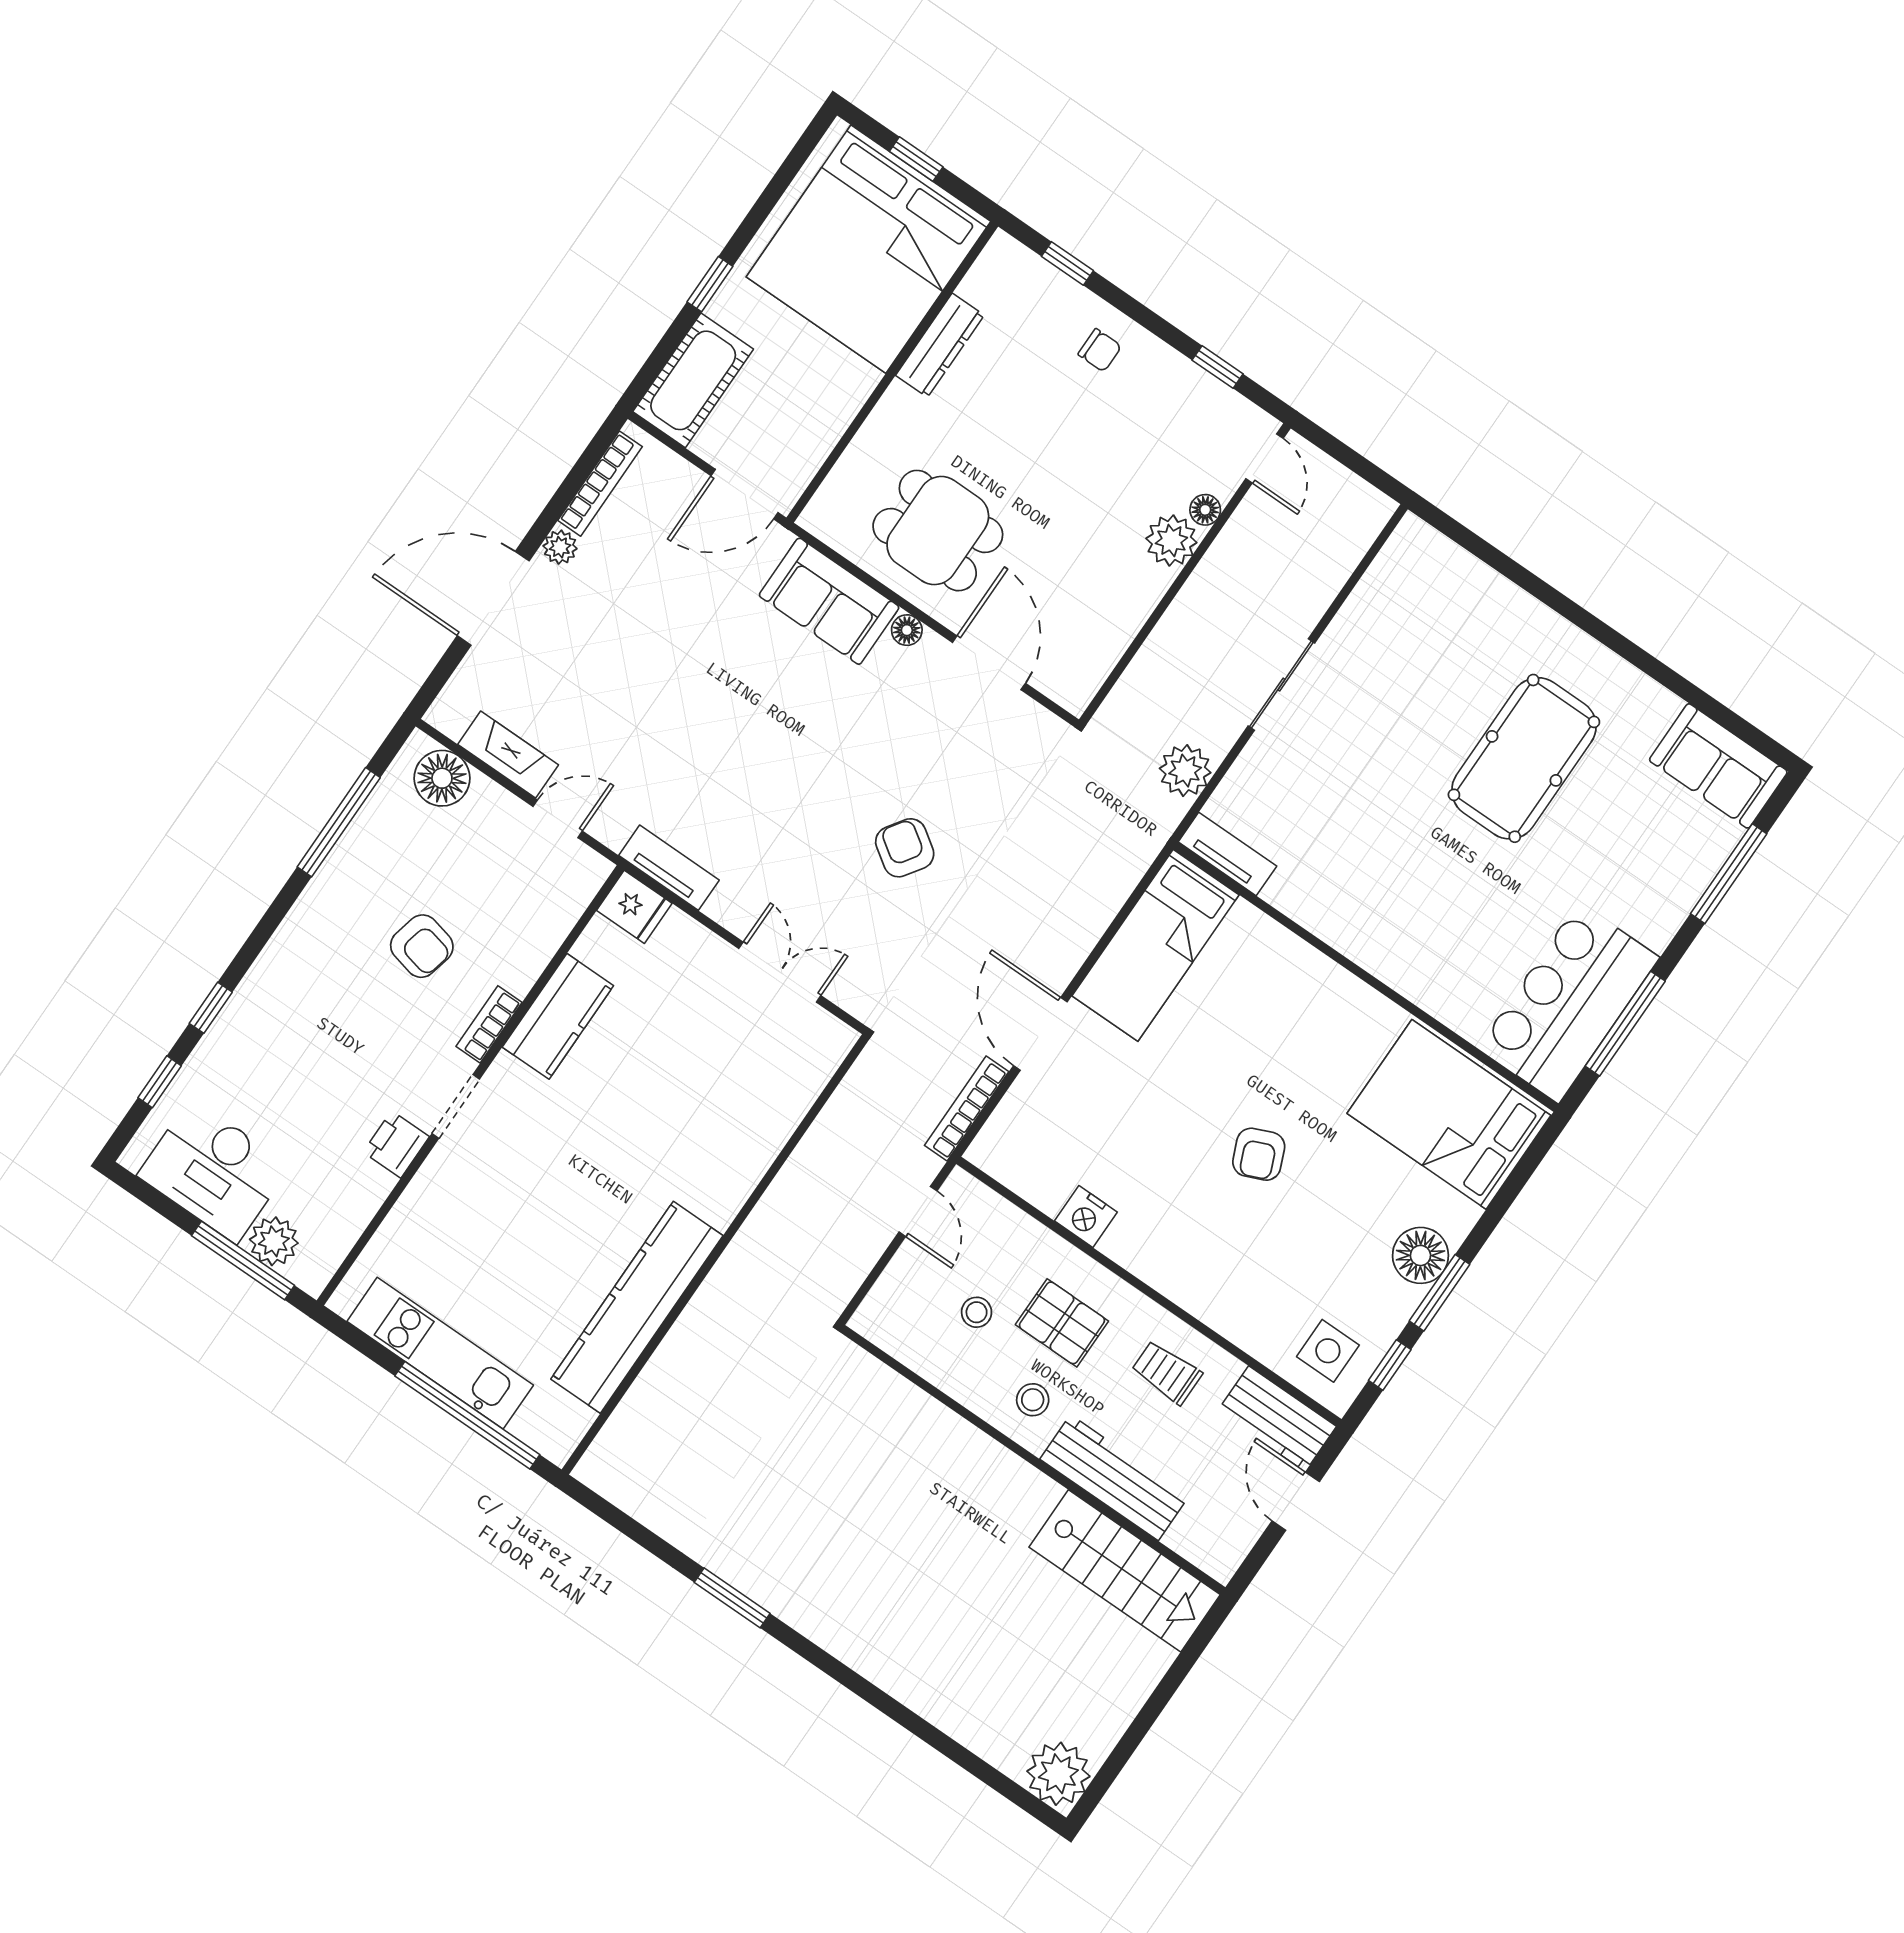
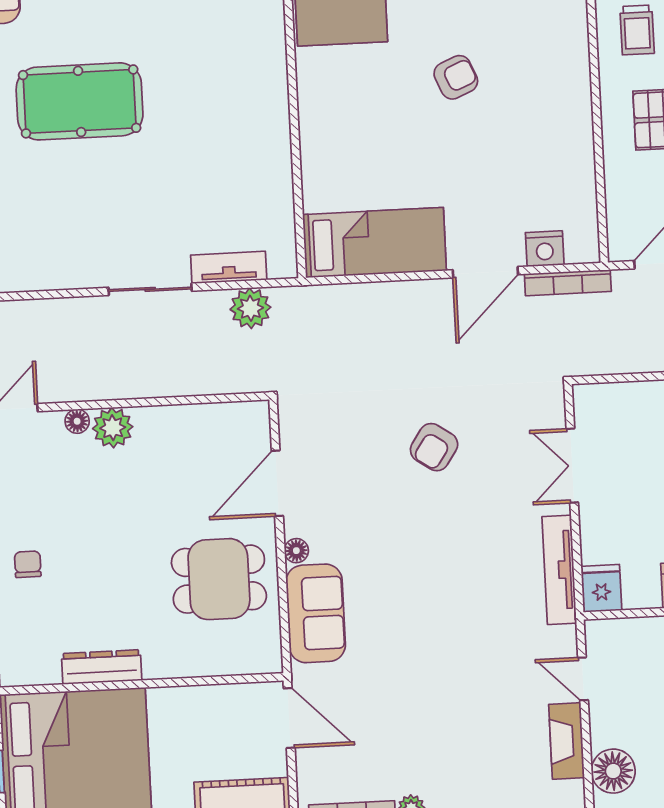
dining table: (938, 531) -> (219, 579), turned 90
tv unit: (1227, 854) -> (229, 267), moved, turned 90
tv unit: (669, 868) -> (559, 570), width x1.41
nightstand: (1086, 1216) -> (545, 249), moved, turned 90

